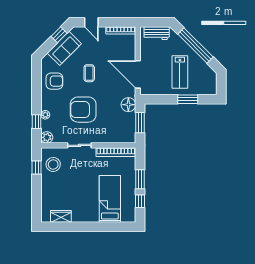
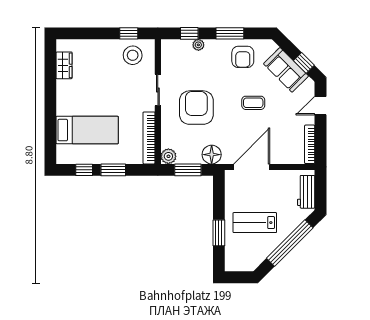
window: (37, 91) -> (230, 33), added
armchair: (83, 110) -> (196, 108), moved
plant: (47, 137) -> (168, 156), moved

